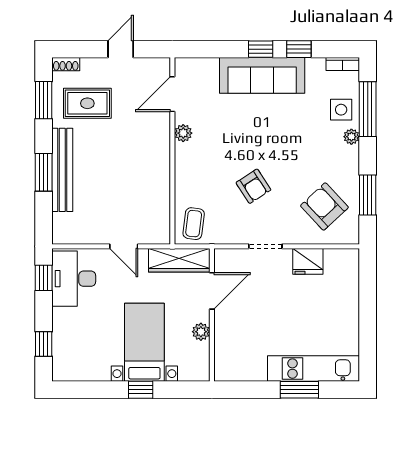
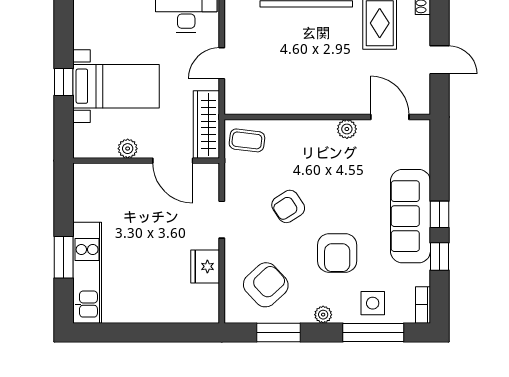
plant: (351, 137) -> (323, 315), moved
armchair: (296, 142) -> (337, 253), added

